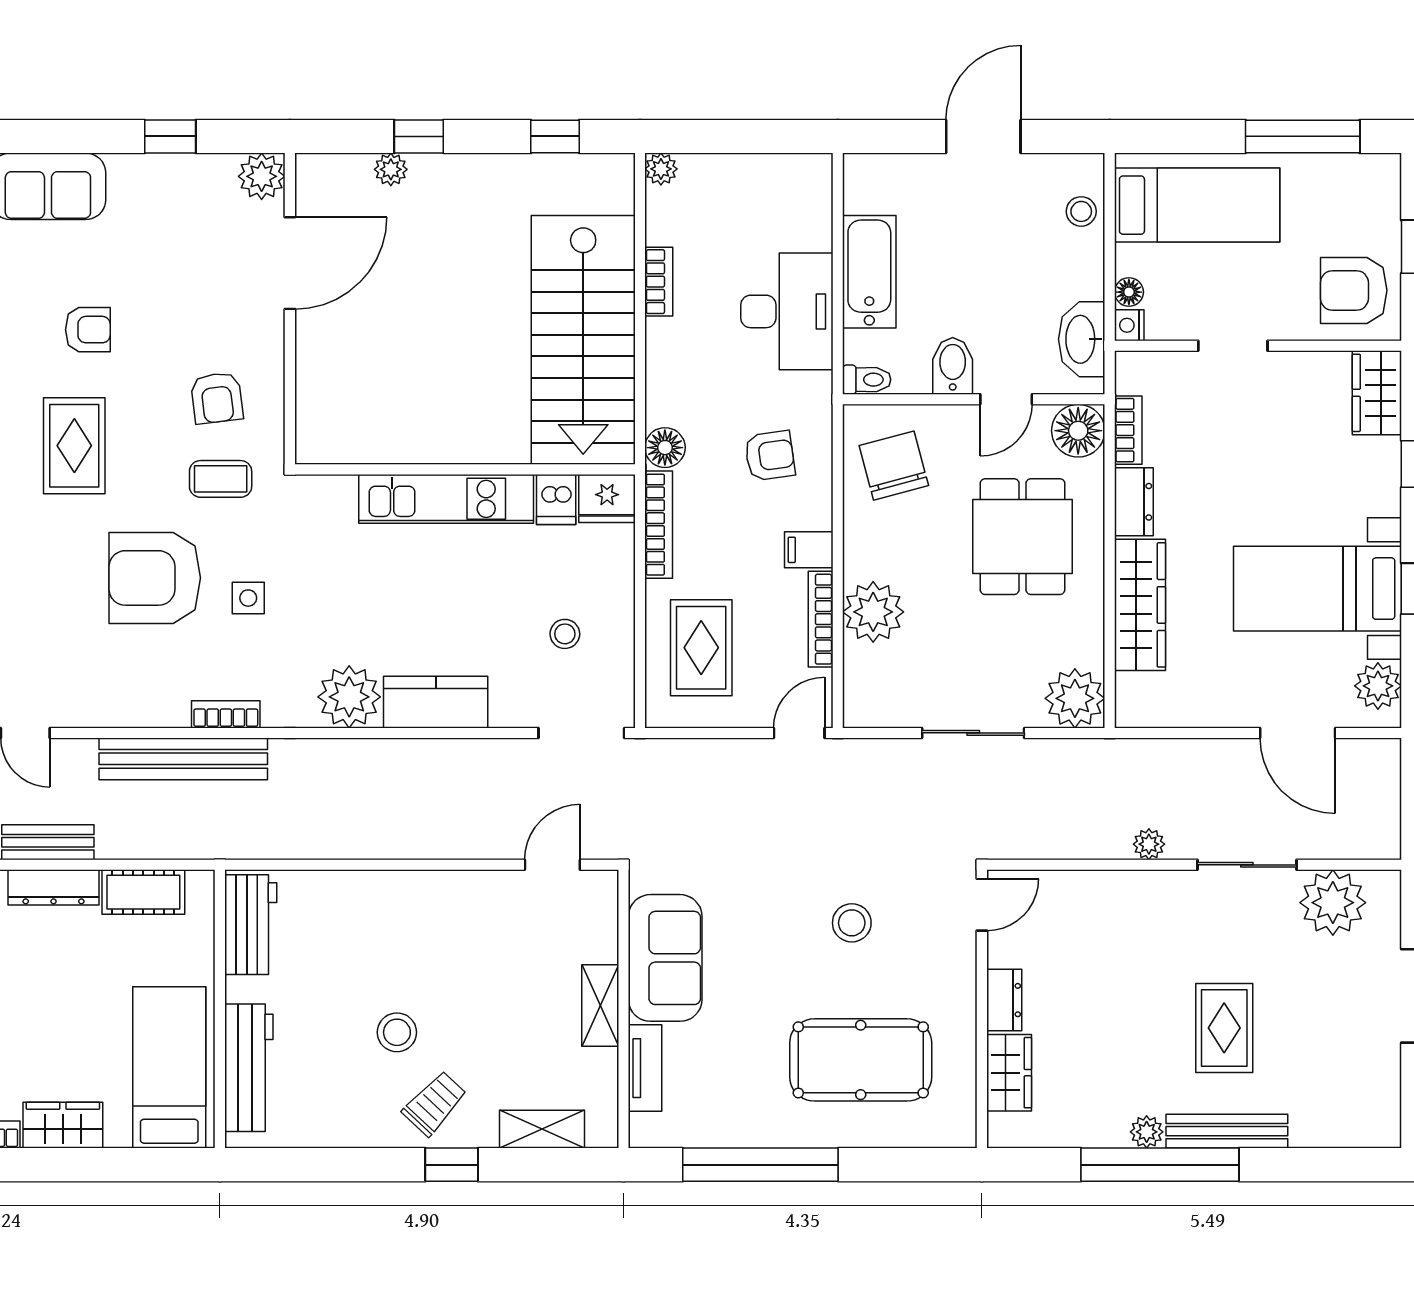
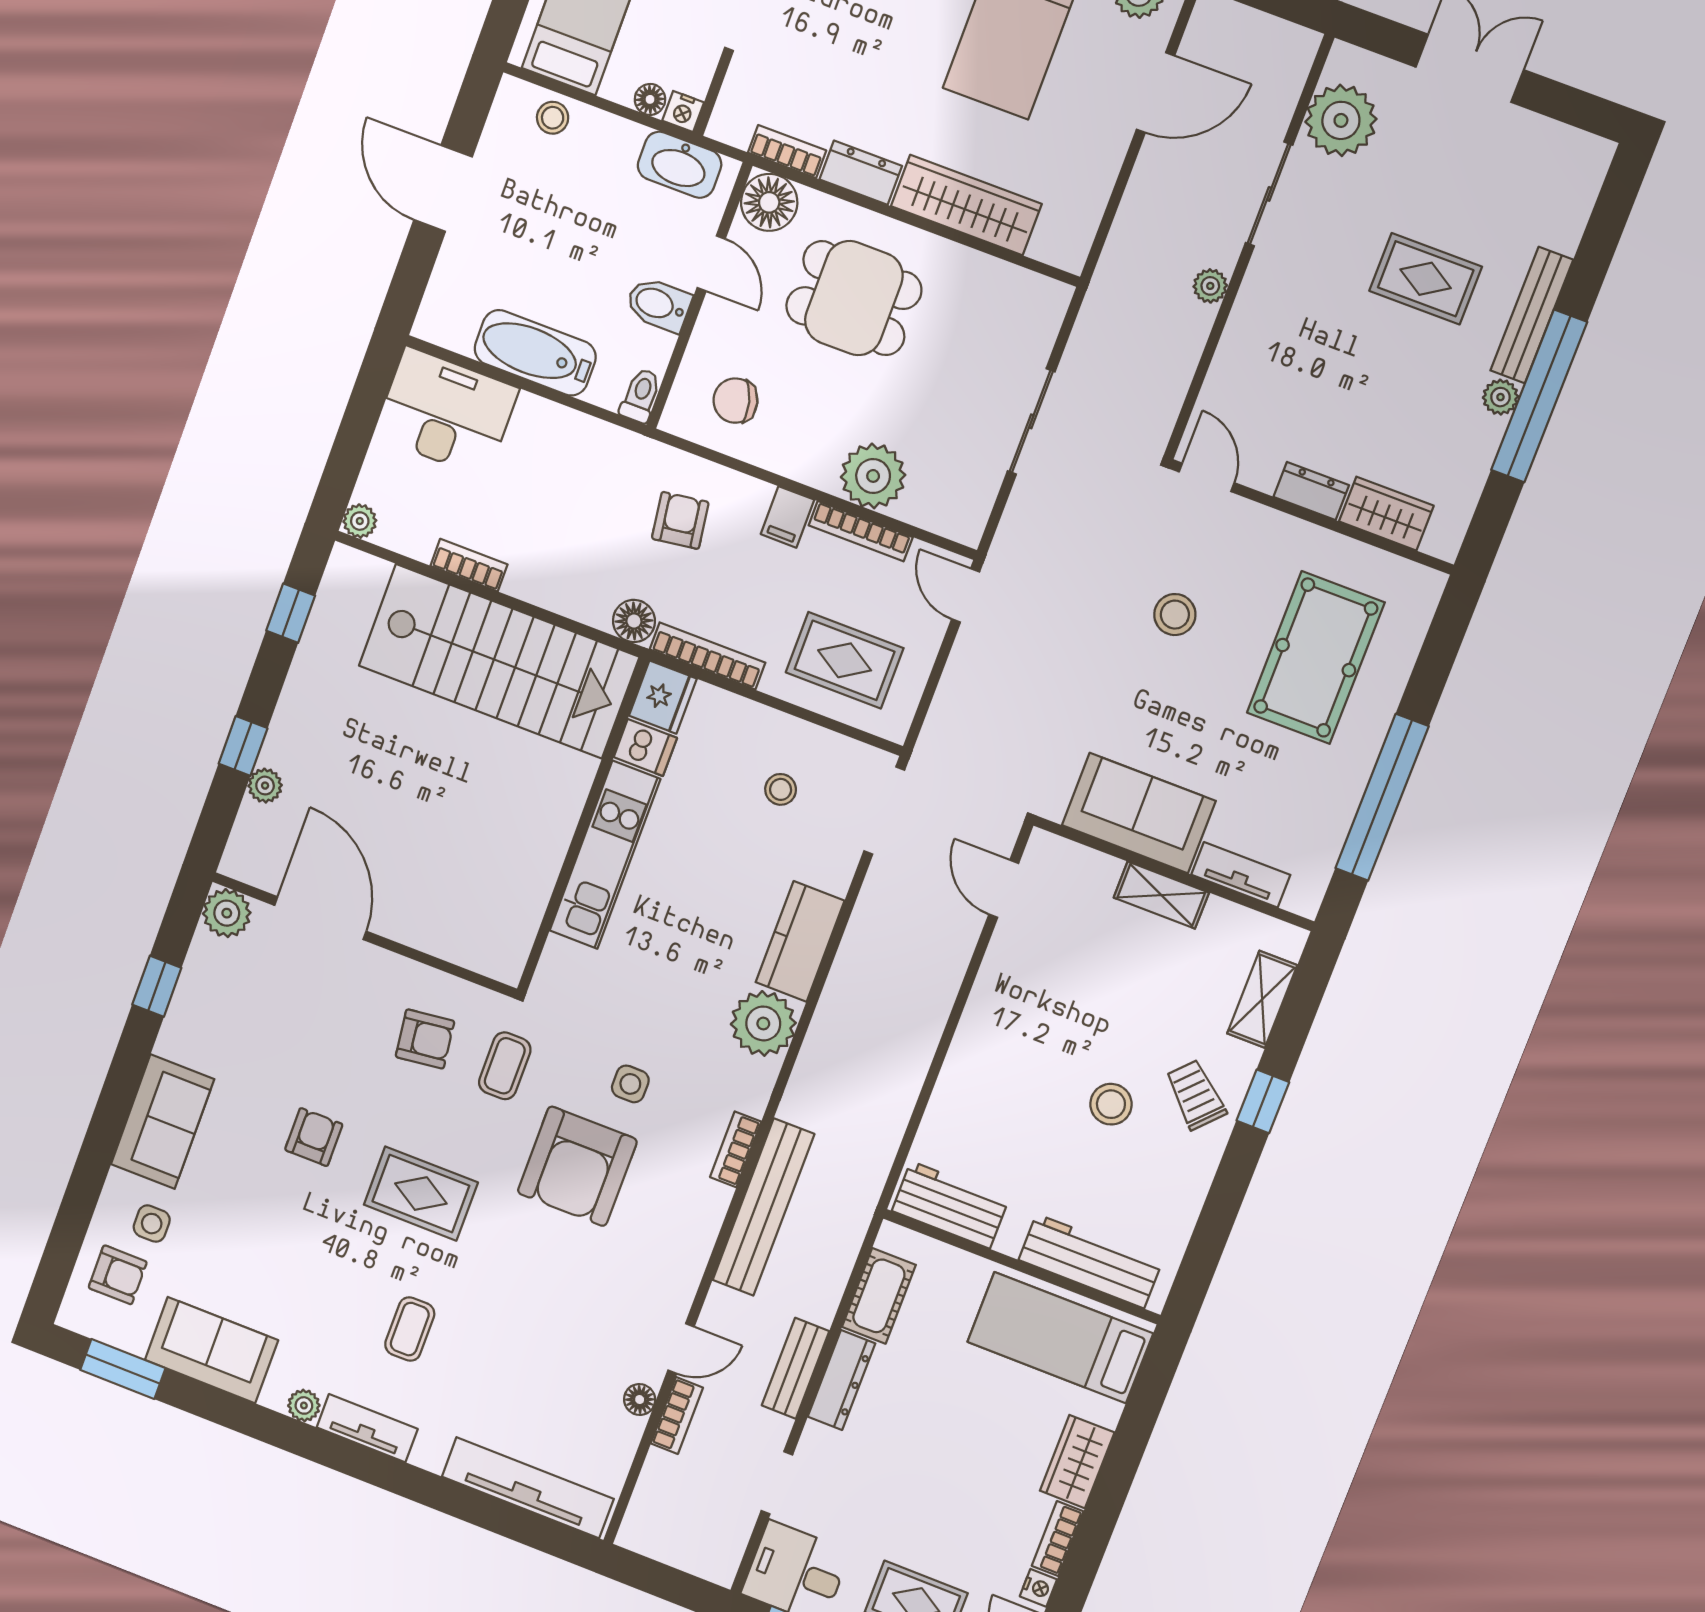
desk: (787, 311) -> (446, 412), moved
chair: (894, 466) -> (735, 401), width x0.73, depth x0.73
plant: (1075, 698) -> (1035, 306), removed

